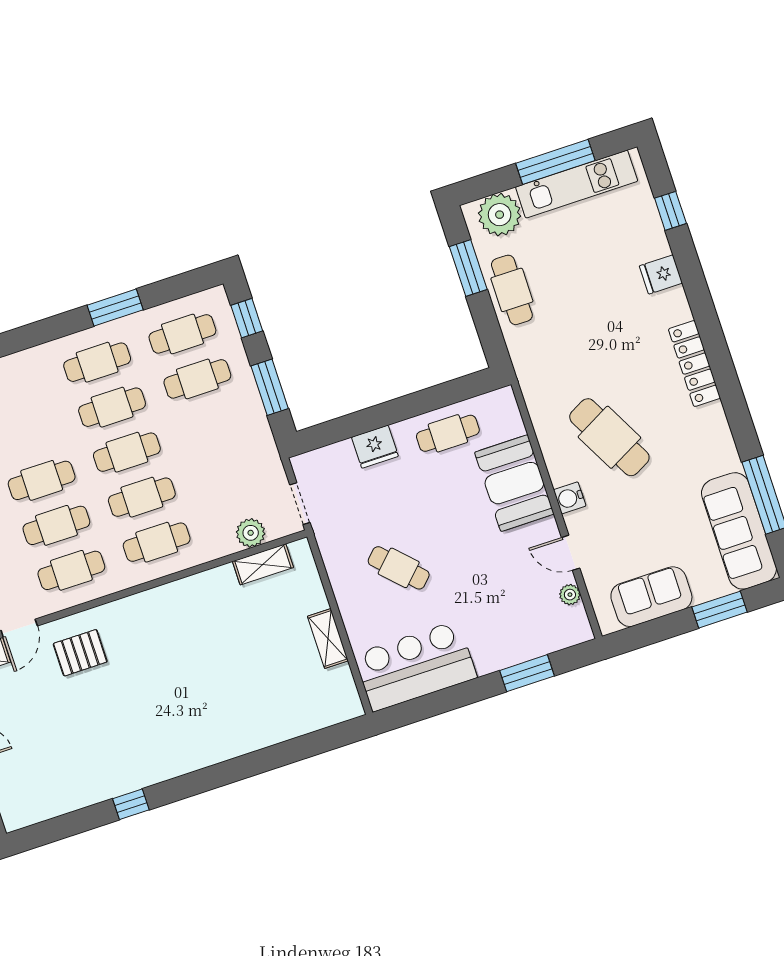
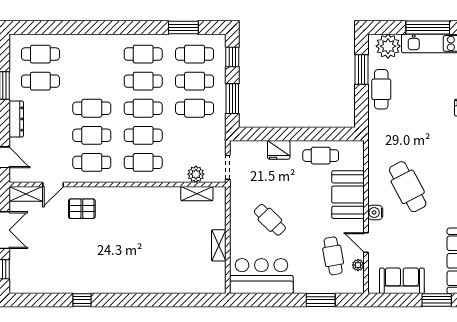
window: (115, 307) -> (183, 28), moved
cafe table: (212, 424) -> (195, 108), added
cafe table: (523, 593) -> (333, 256), added

